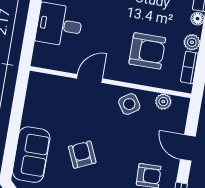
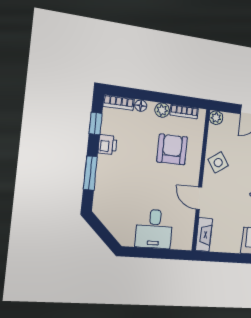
fireplace: (47, 82) -> (204, 235), added
plant: (163, 102) -> (216, 118), moved

